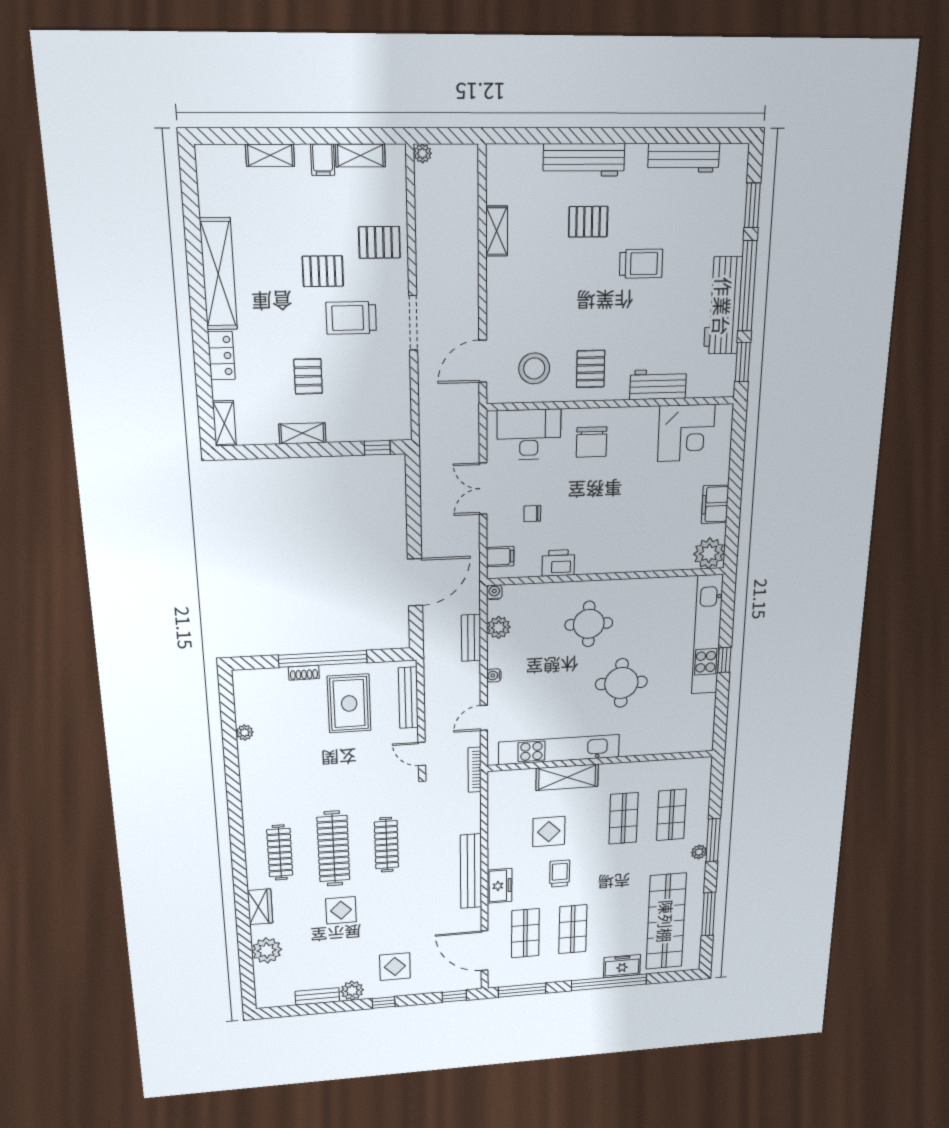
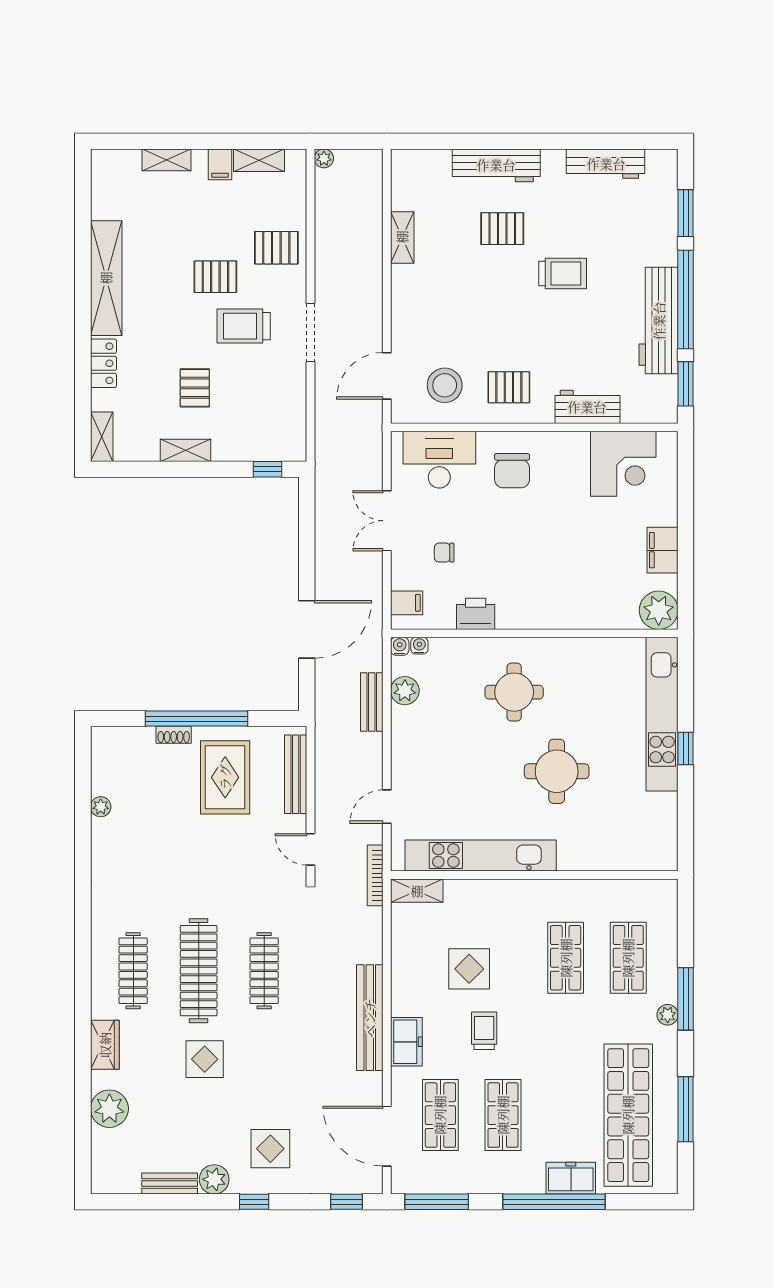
pallet: (591, 369) -> (509, 387), turned 90
water cooler: (494, 675) -> (419, 646), moved, turned 90
shelving: (567, 777) -> (417, 891), moved, width x0.67, depth x0.75

